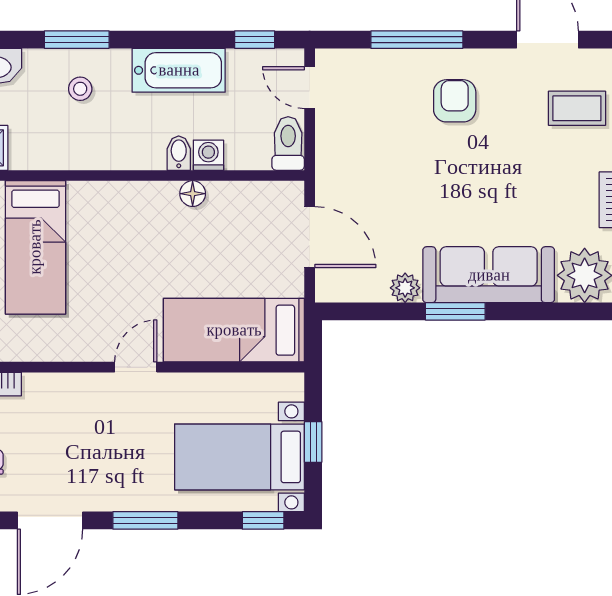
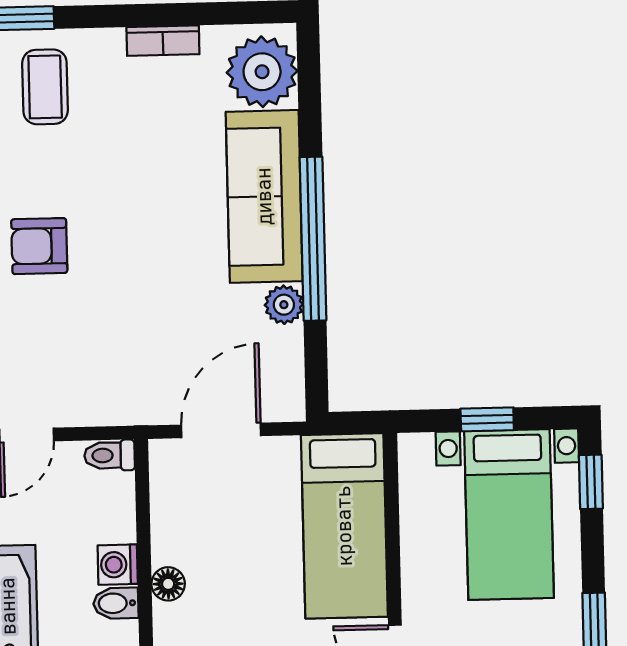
toilet: (288, 144) -> (110, 455), width x0.73, depth x0.72
window: (455, 311) -> (313, 239), width x2.11

